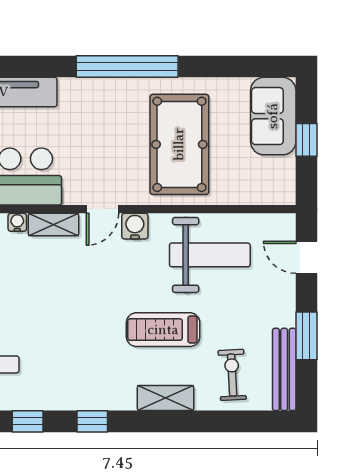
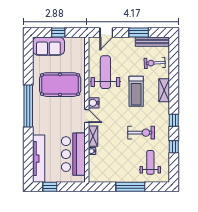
exercise bike: (62, 342) -> (141, 133), added

